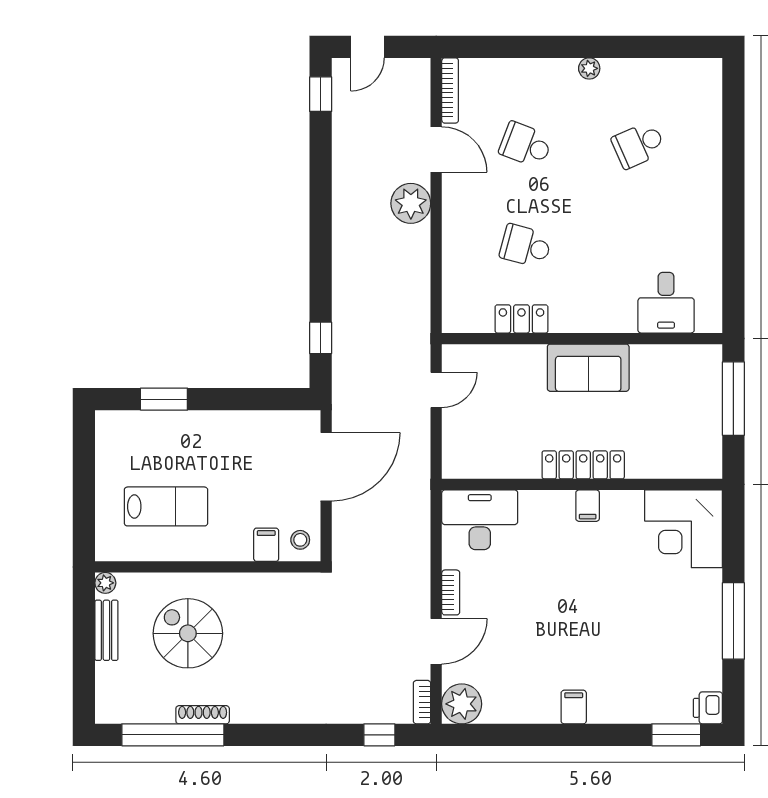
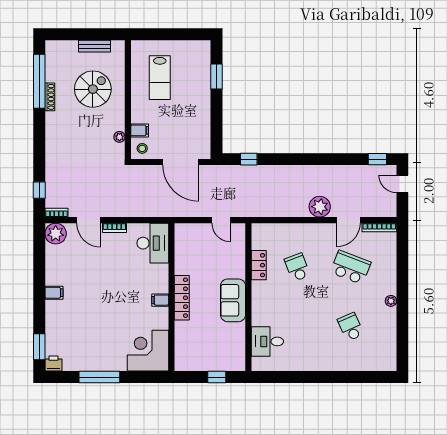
school desk: (526, 145) -> (351, 267), width x1.85
school desk: (526, 246) -> (297, 267), turned -36
window: (733, 399) -> (217, 377), width x0.46
plant: (105, 583) -> (119, 137), moved

